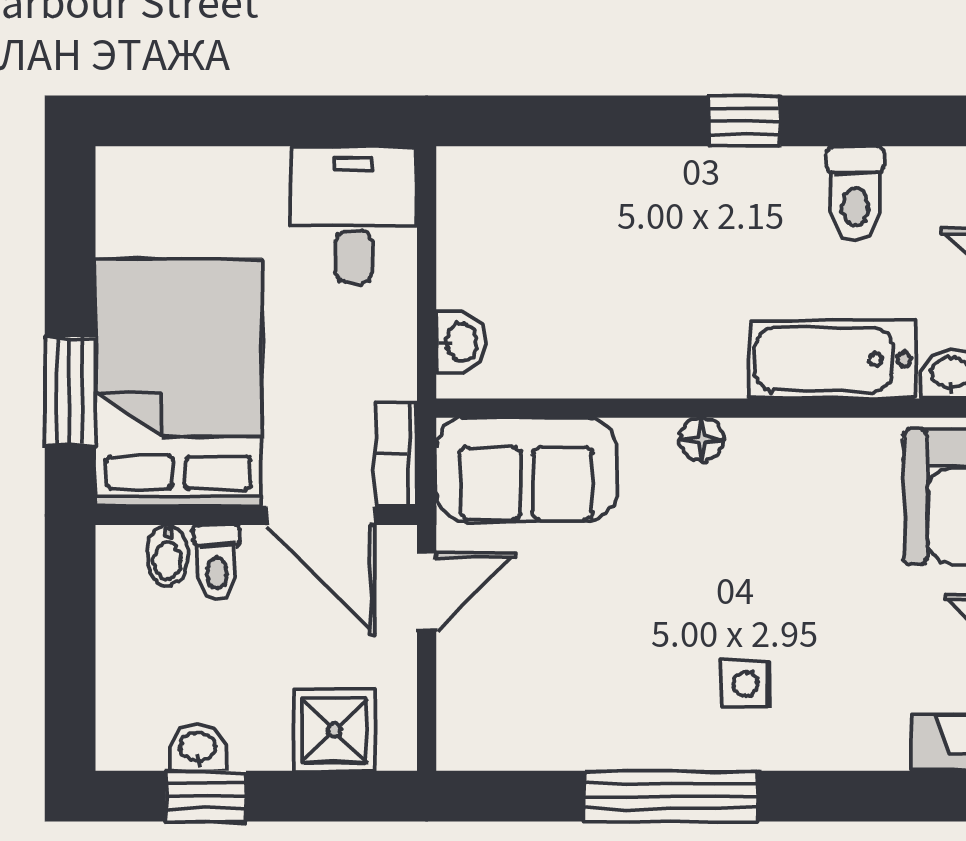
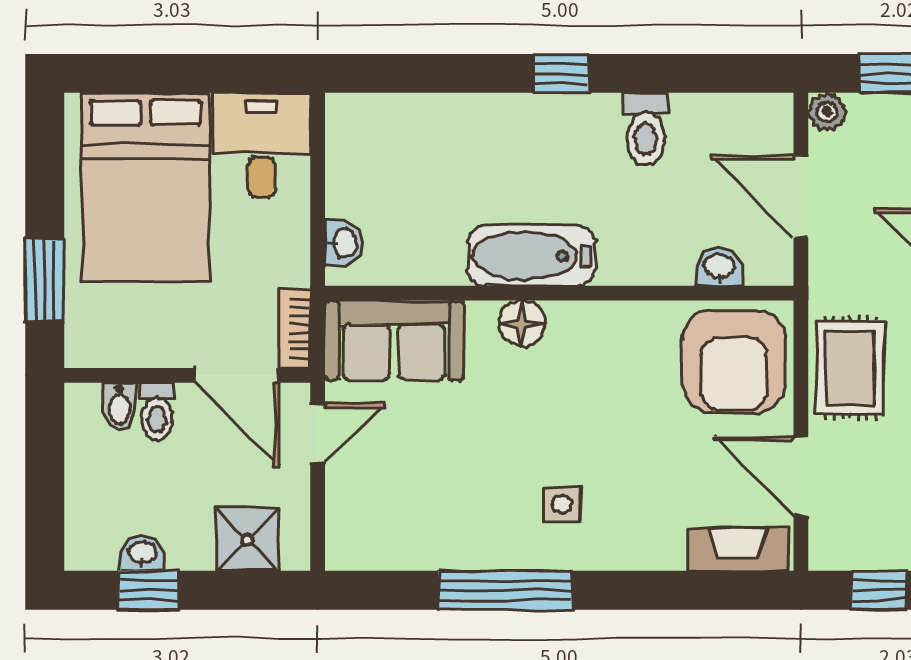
bathtub: (832, 359) -> (531, 256), moved
bed: (179, 382) -> (145, 187), moved, turned 180
floor lamp: (701, 439) -> (522, 323), width x1.37, depth x1.37

